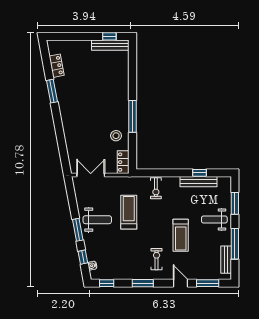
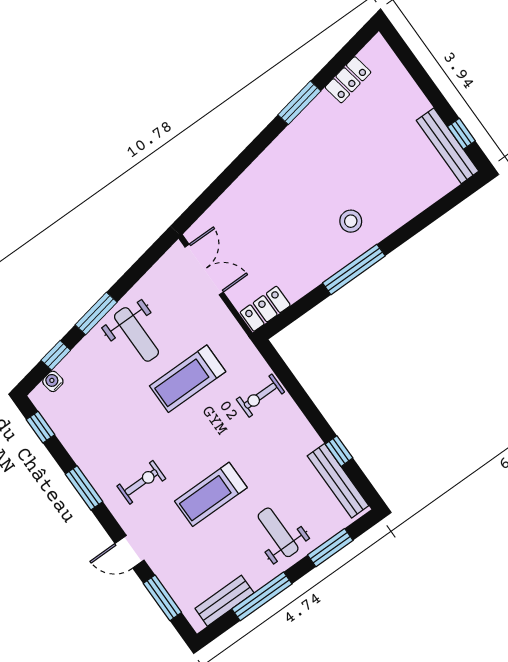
stool: (116, 136) -> (351, 221), moved
bench: (198, 182) -> (338, 481), moved
treadmill: (129, 212) -> (188, 379), turned 180
door: (180, 283) -> (129, 552), swing flipped

